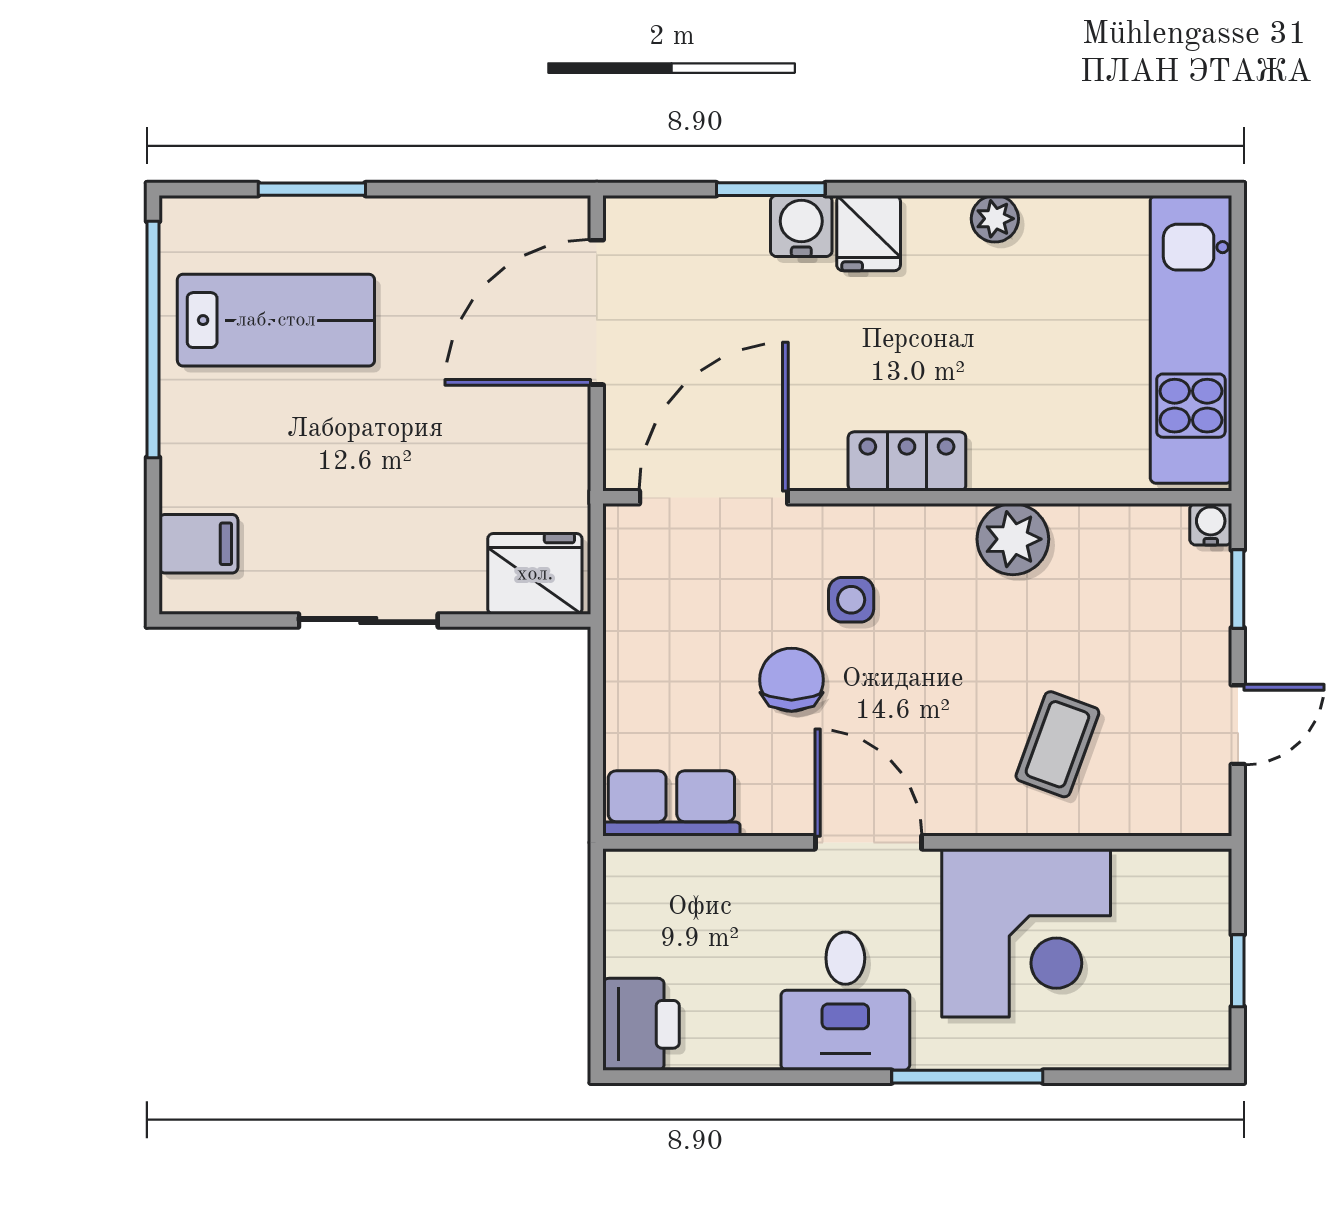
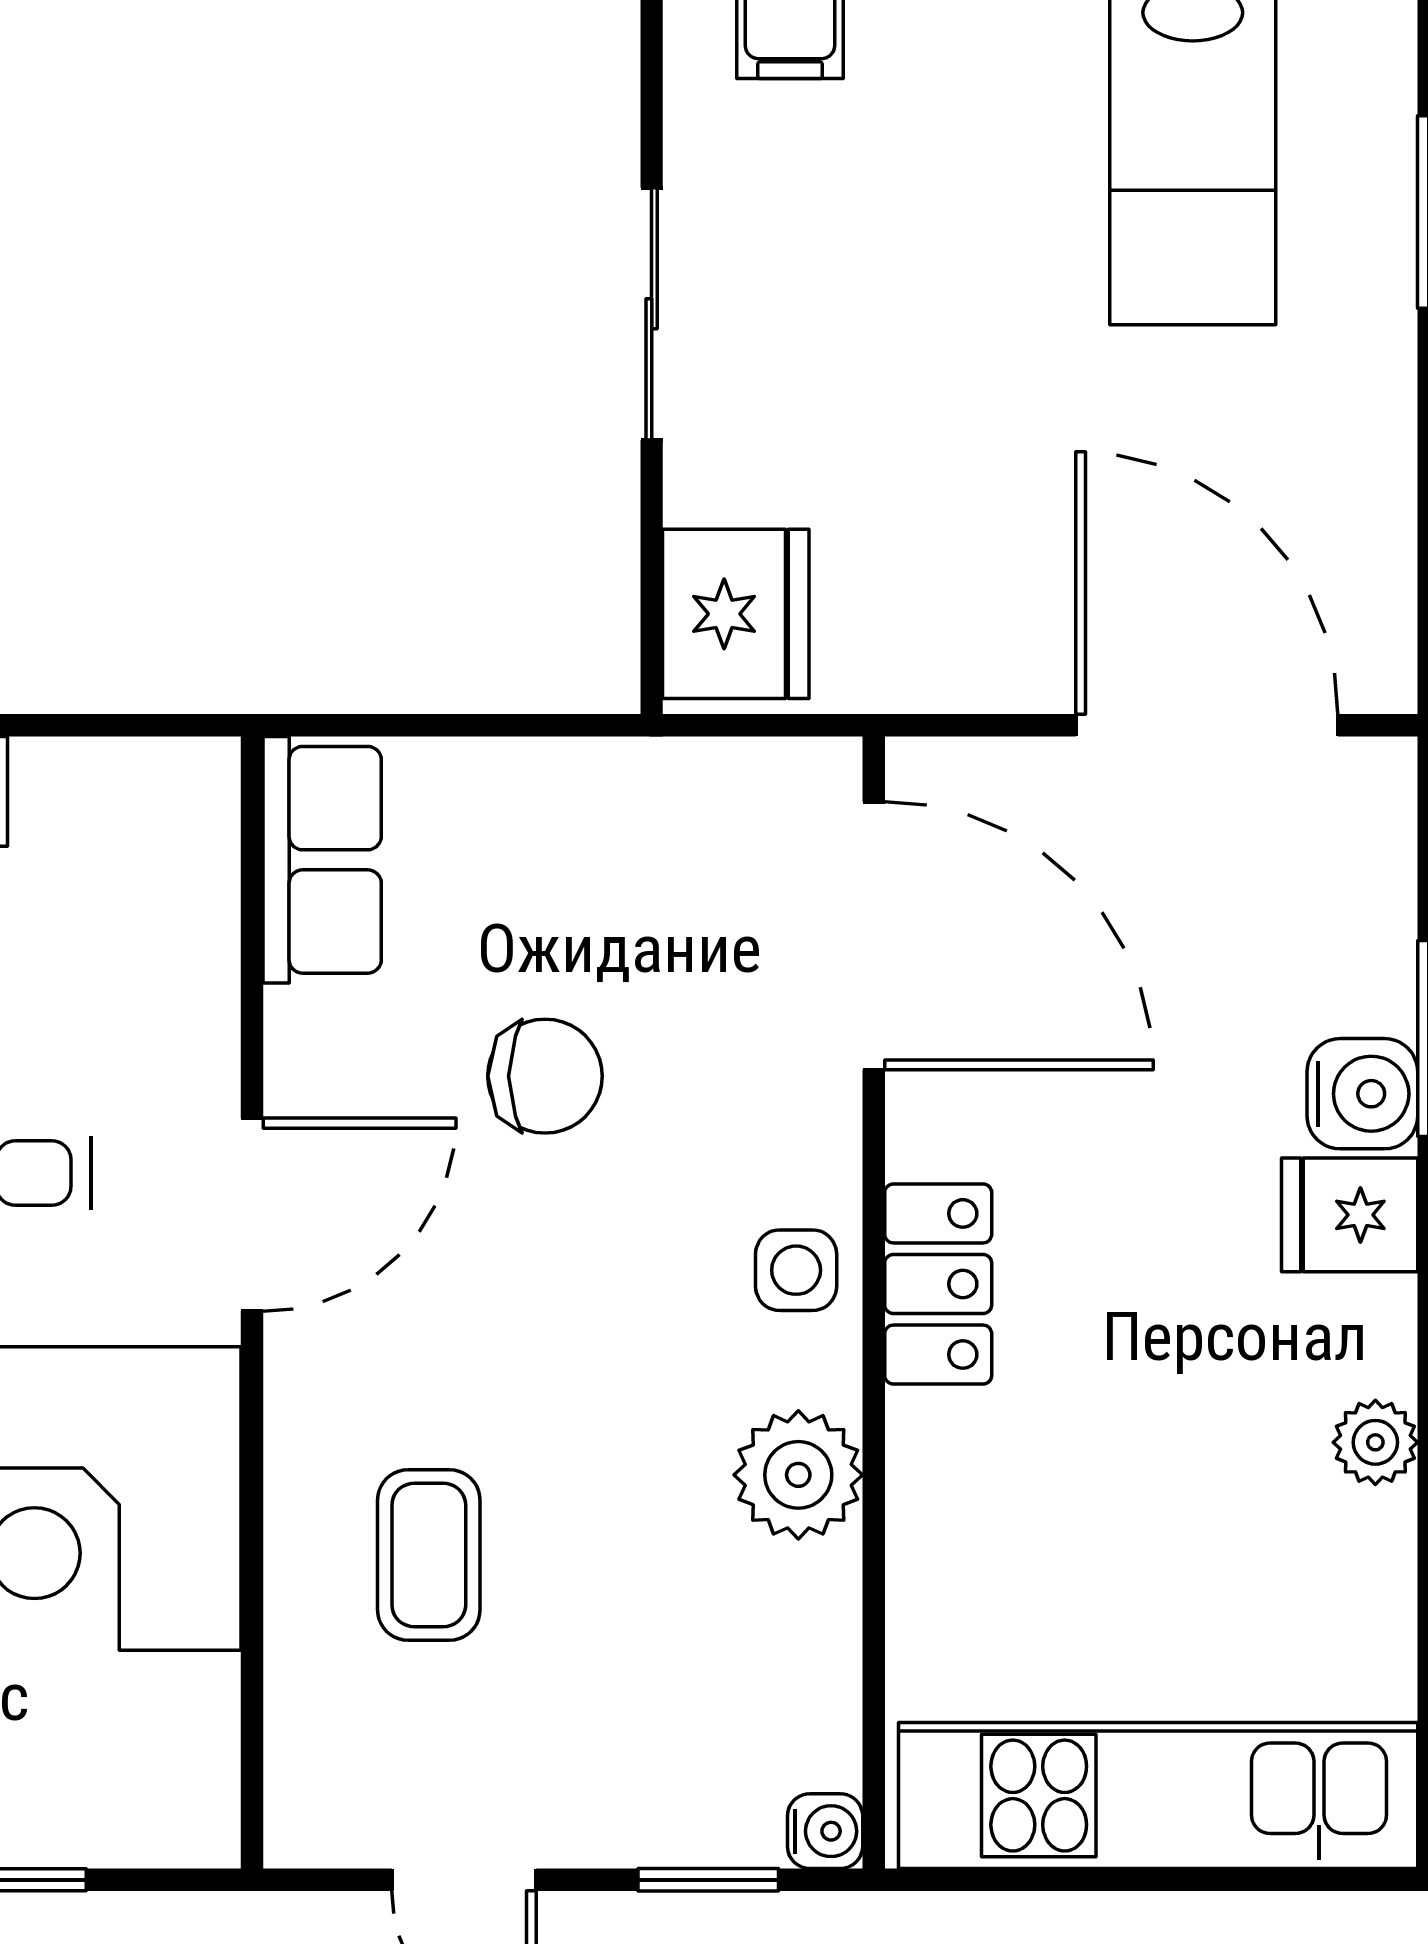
side table: (851, 600) -> (796, 1270), moved
coffee table: (1057, 744) -> (429, 1555), turned 70

